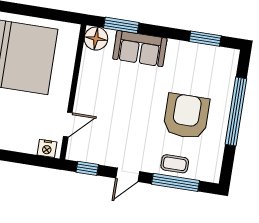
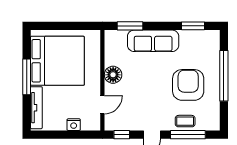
floor lamp: (96, 39) -> (113, 75), moved
sofa: (140, 49) -> (153, 41), width x1.36
nightstand: (47, 148) -> (74, 125), moved

